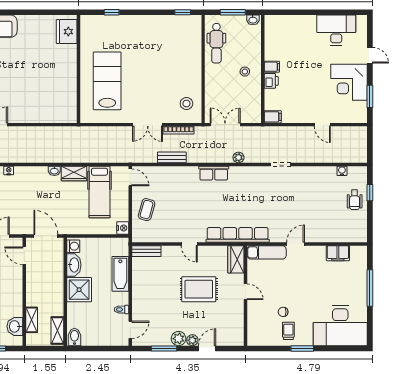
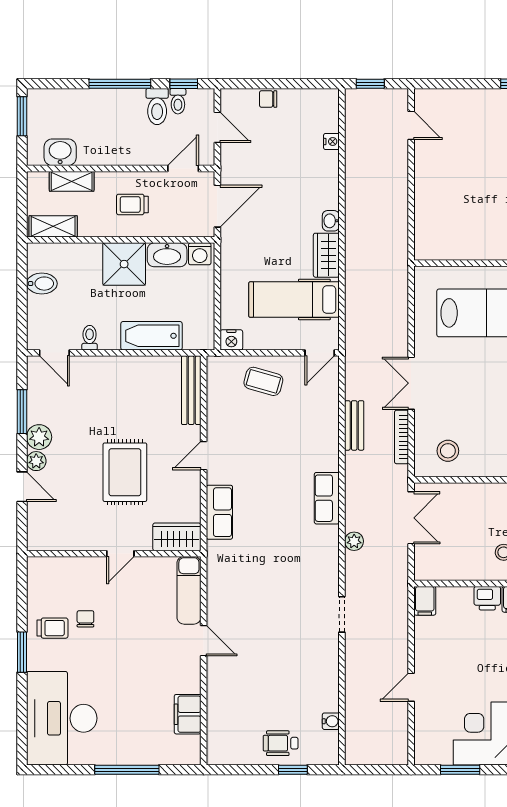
row of seats: (238, 235) -> (219, 512), width x0.50
bench: (146, 251) -> (191, 390), width x1.36
trolley: (45, 285) -> (132, 204), added
bidet: (74, 337) -> (42, 284), moved

